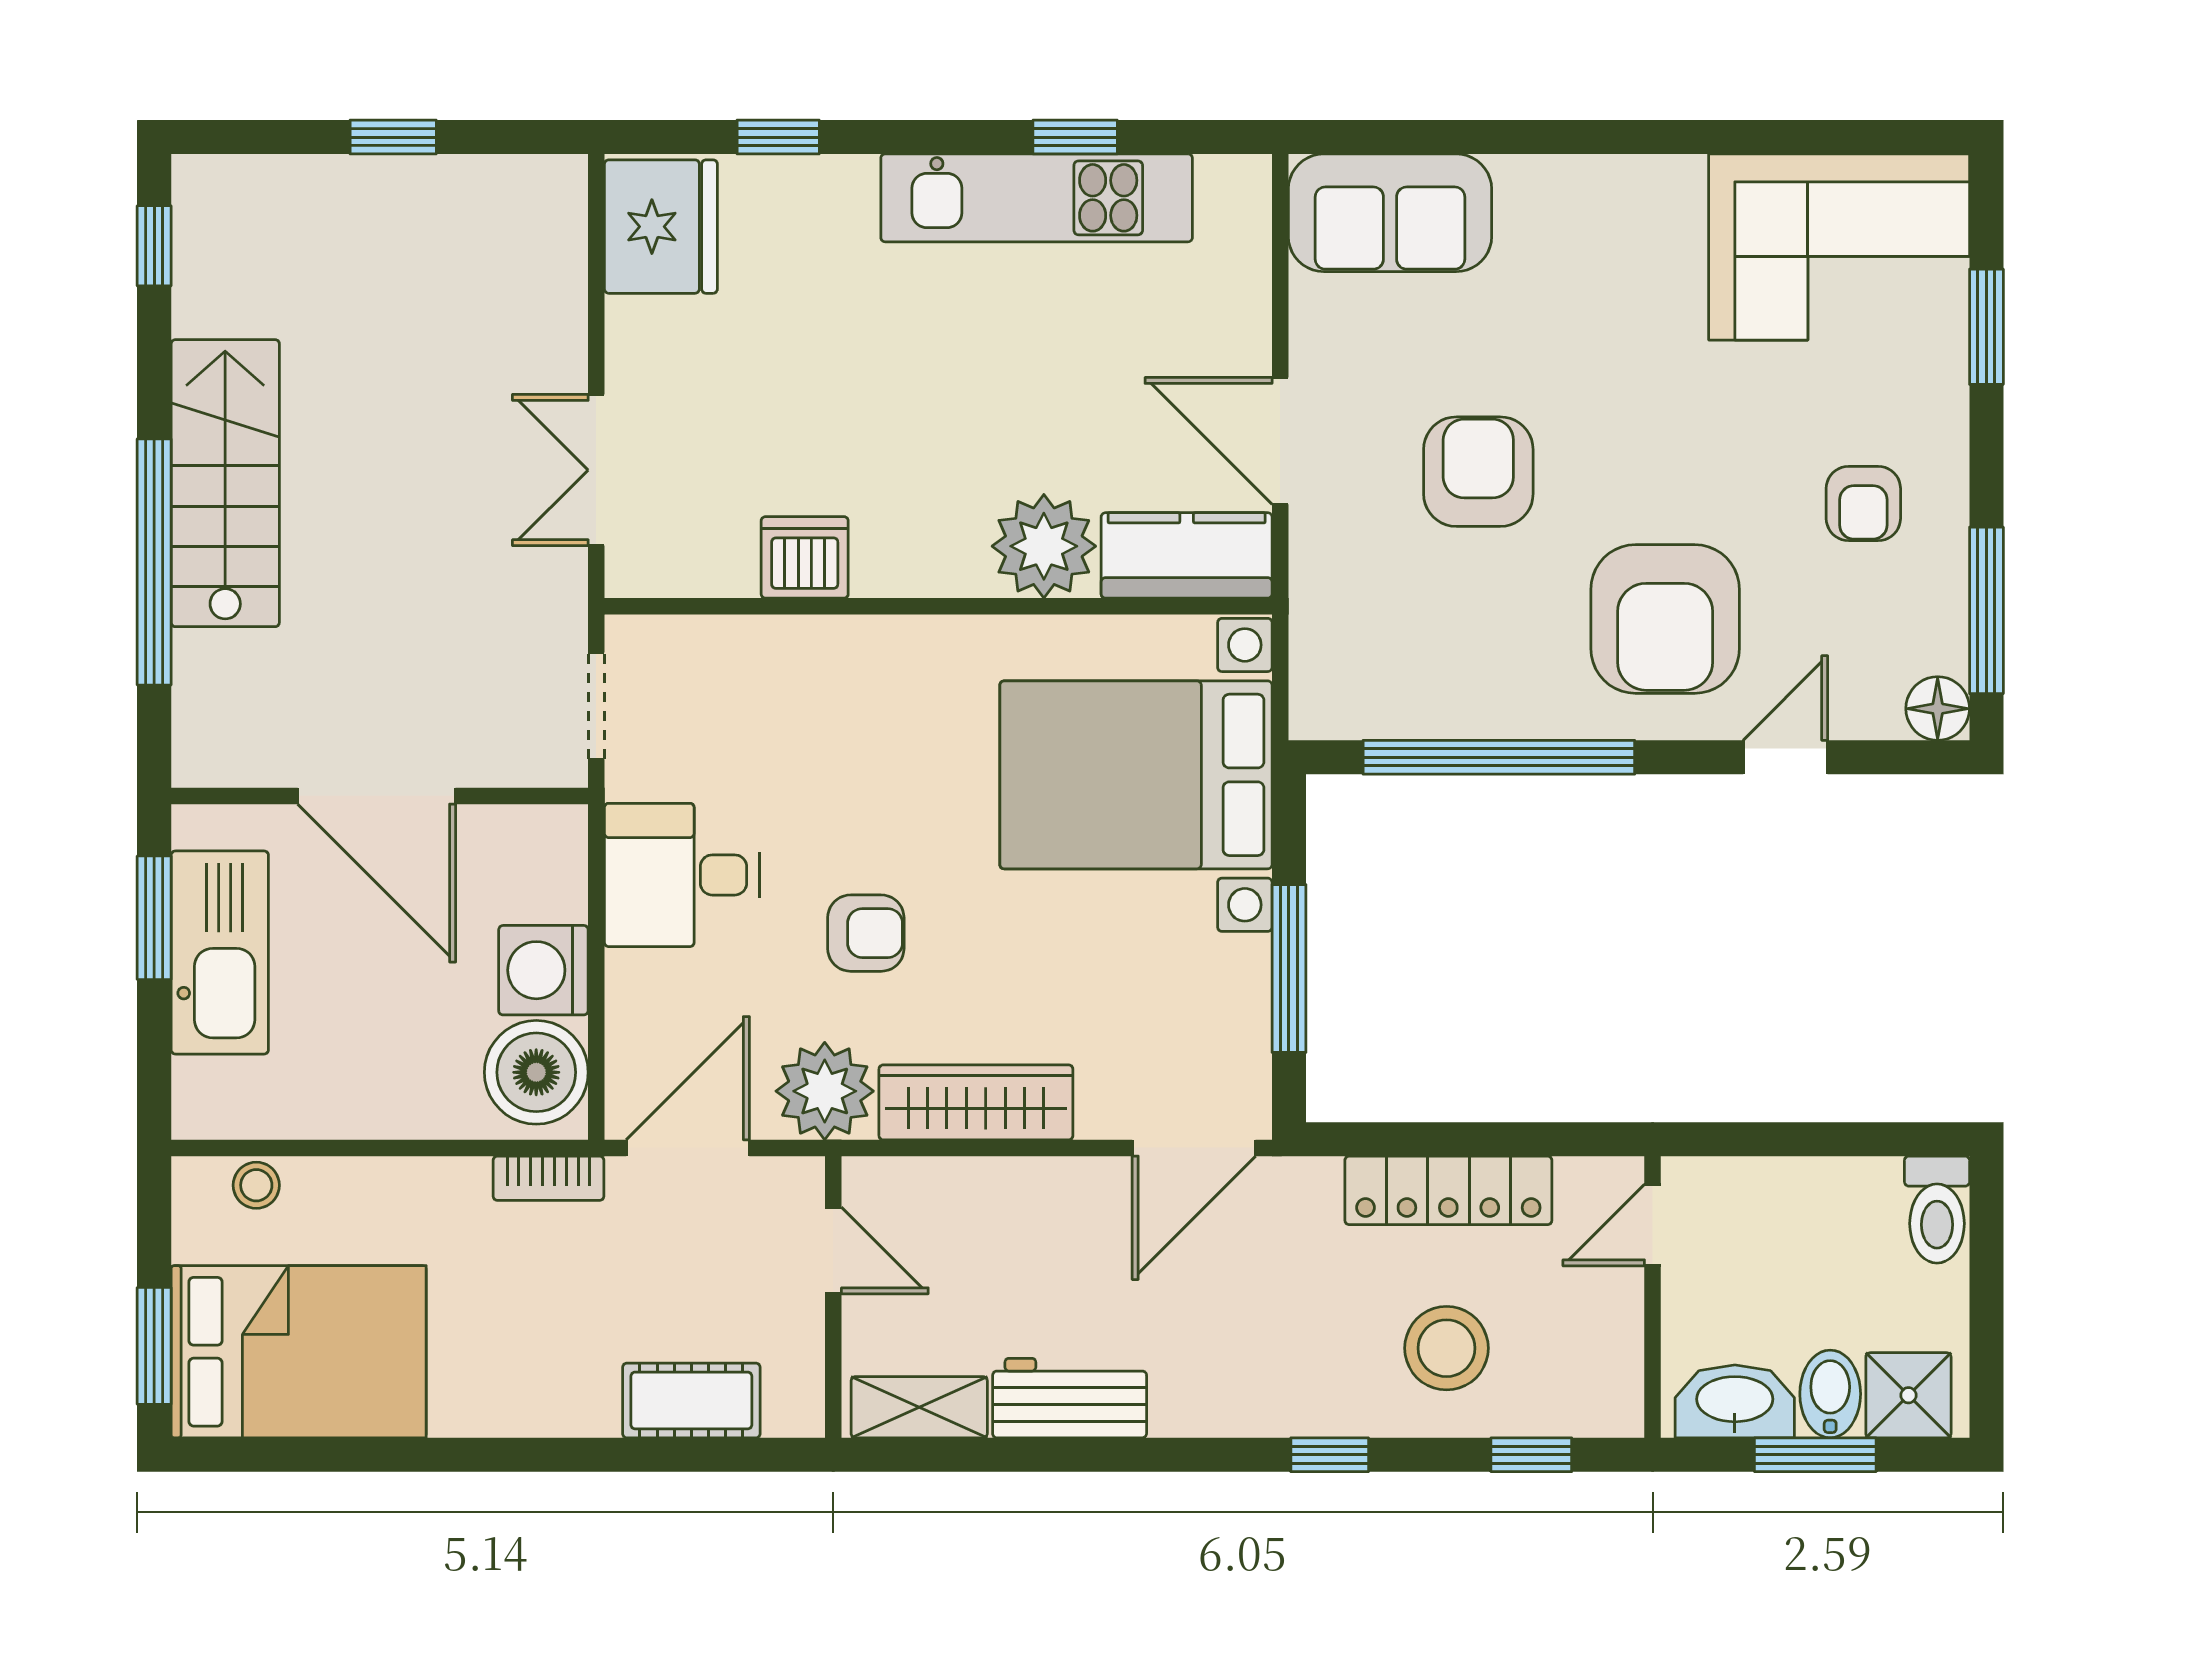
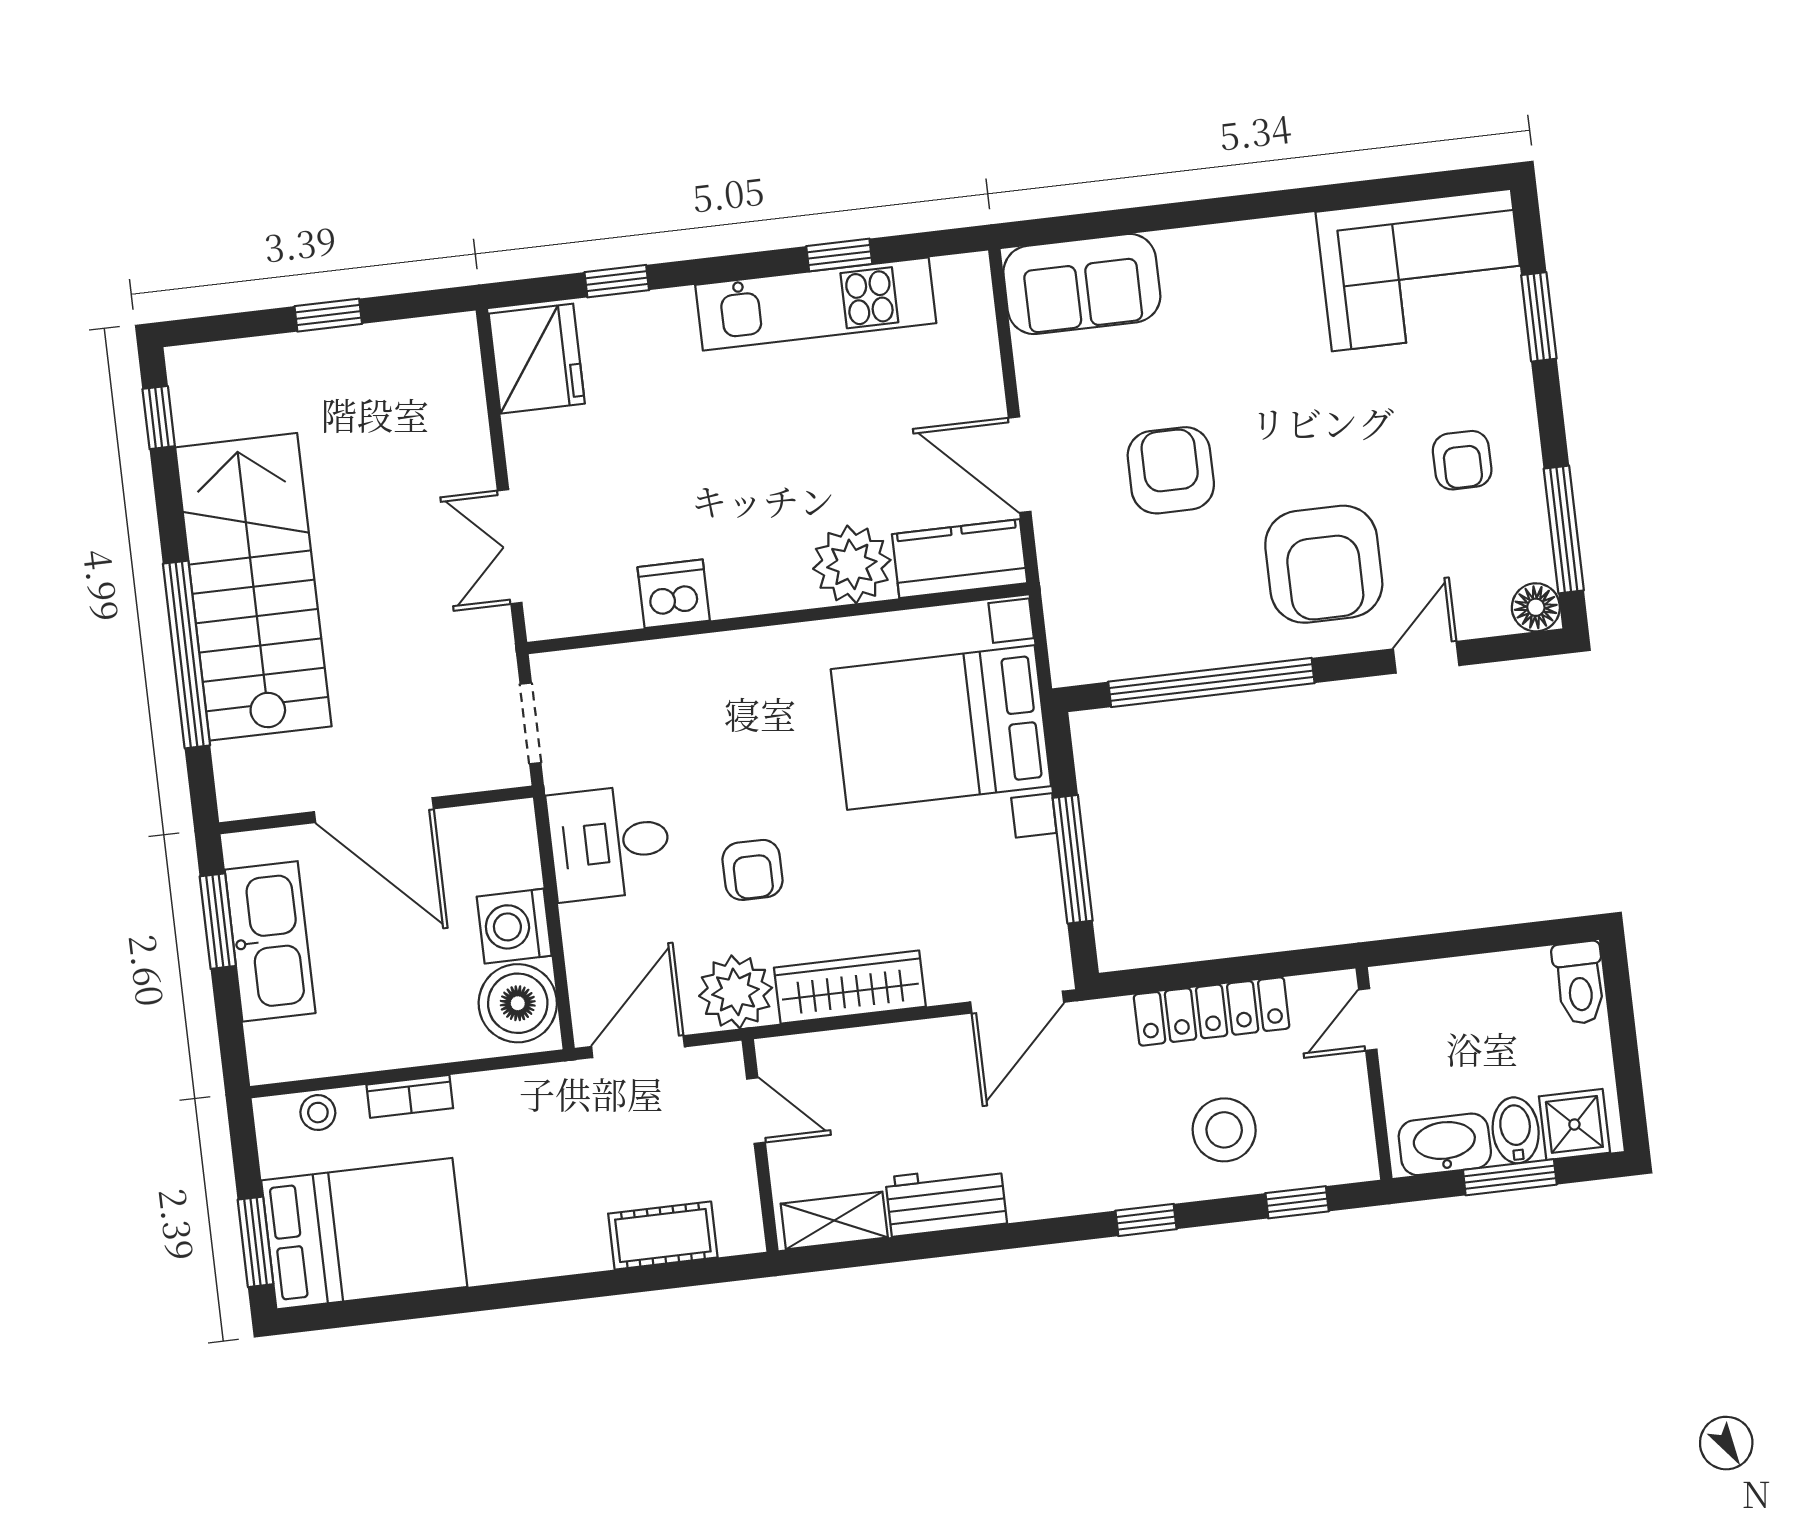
stairs: (225, 483) -> (253, 587), width x1.36, depth x1.51
armchair: (866, 933) -> (752, 870), turned 90
bookcase: (548, 1178) -> (410, 1096), moved

